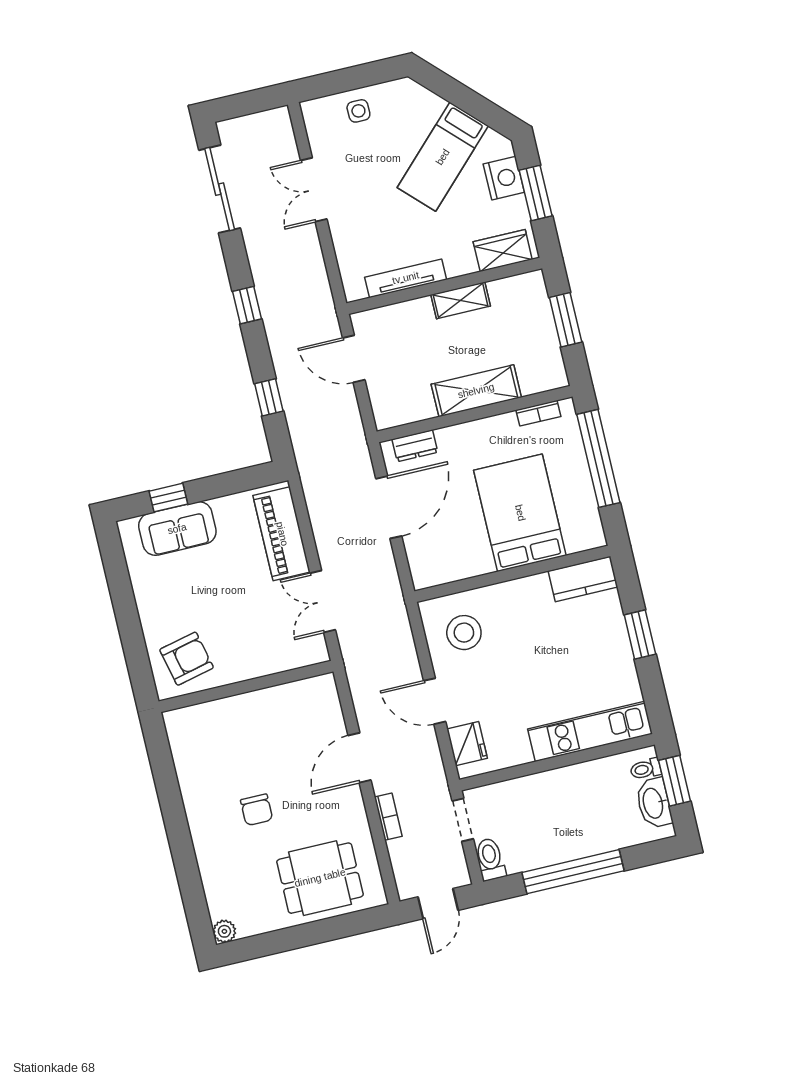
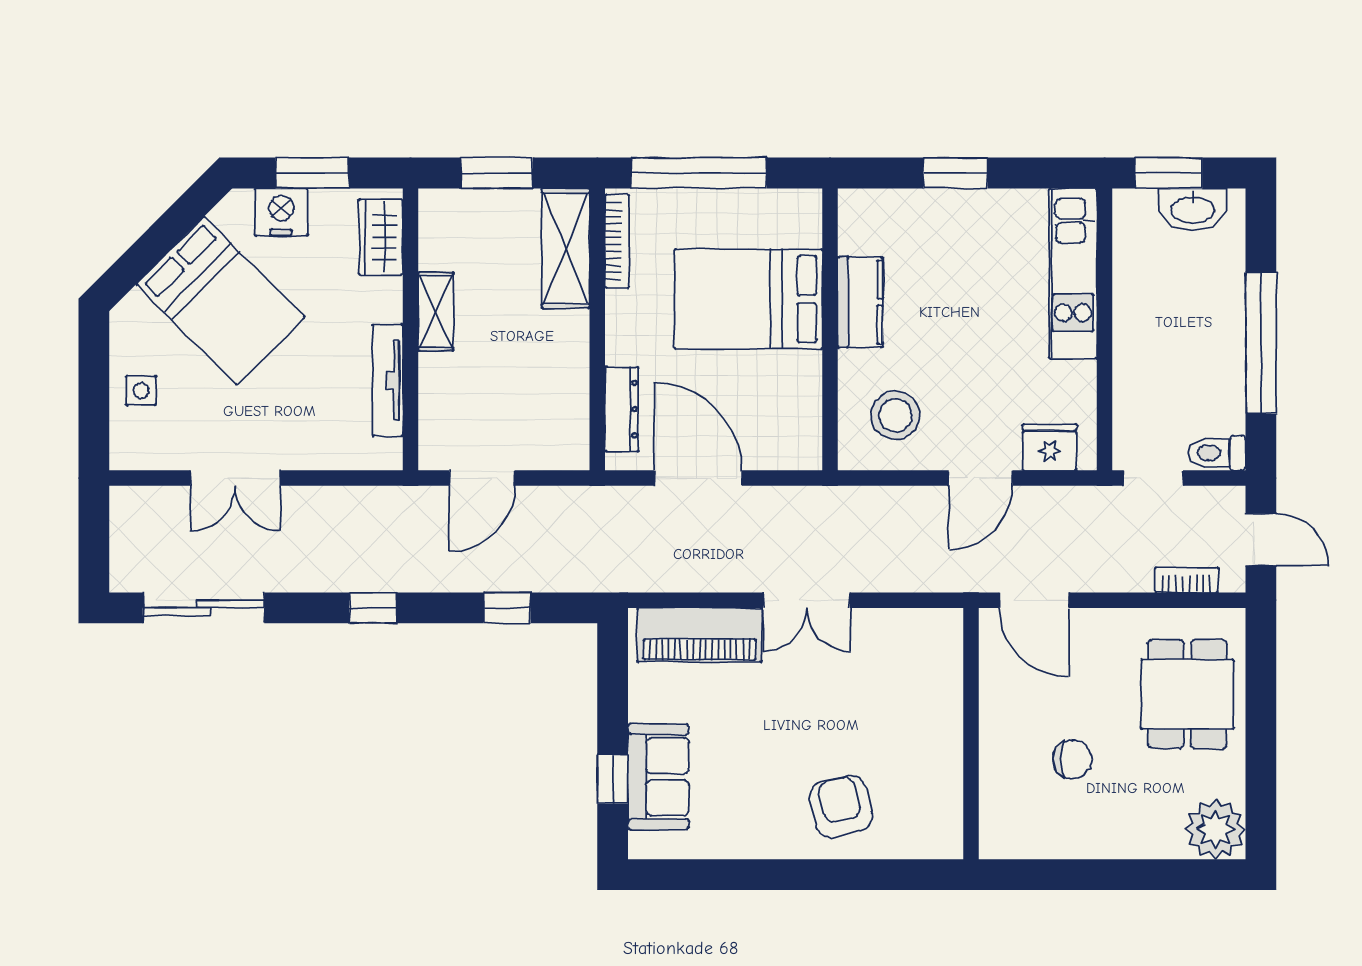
bed: (443, 157) -> (221, 301), width x1.50
shelving: (476, 391) -> (566, 248), moved
bookcase: (538, 413) -> (617, 241), width x1.56
dresser: (415, 446) -> (622, 409), width x1.44
kitchen counter: (583, 579) -> (860, 302), moved
wall: (246, 686) -> (971, 734), moved
toilet: (646, 769) -> (1143, 209), removed
bookcase: (388, 817) -> (1186, 580), moved
plant: (224, 931) -> (1215, 829), width x1.87, depth x1.87

